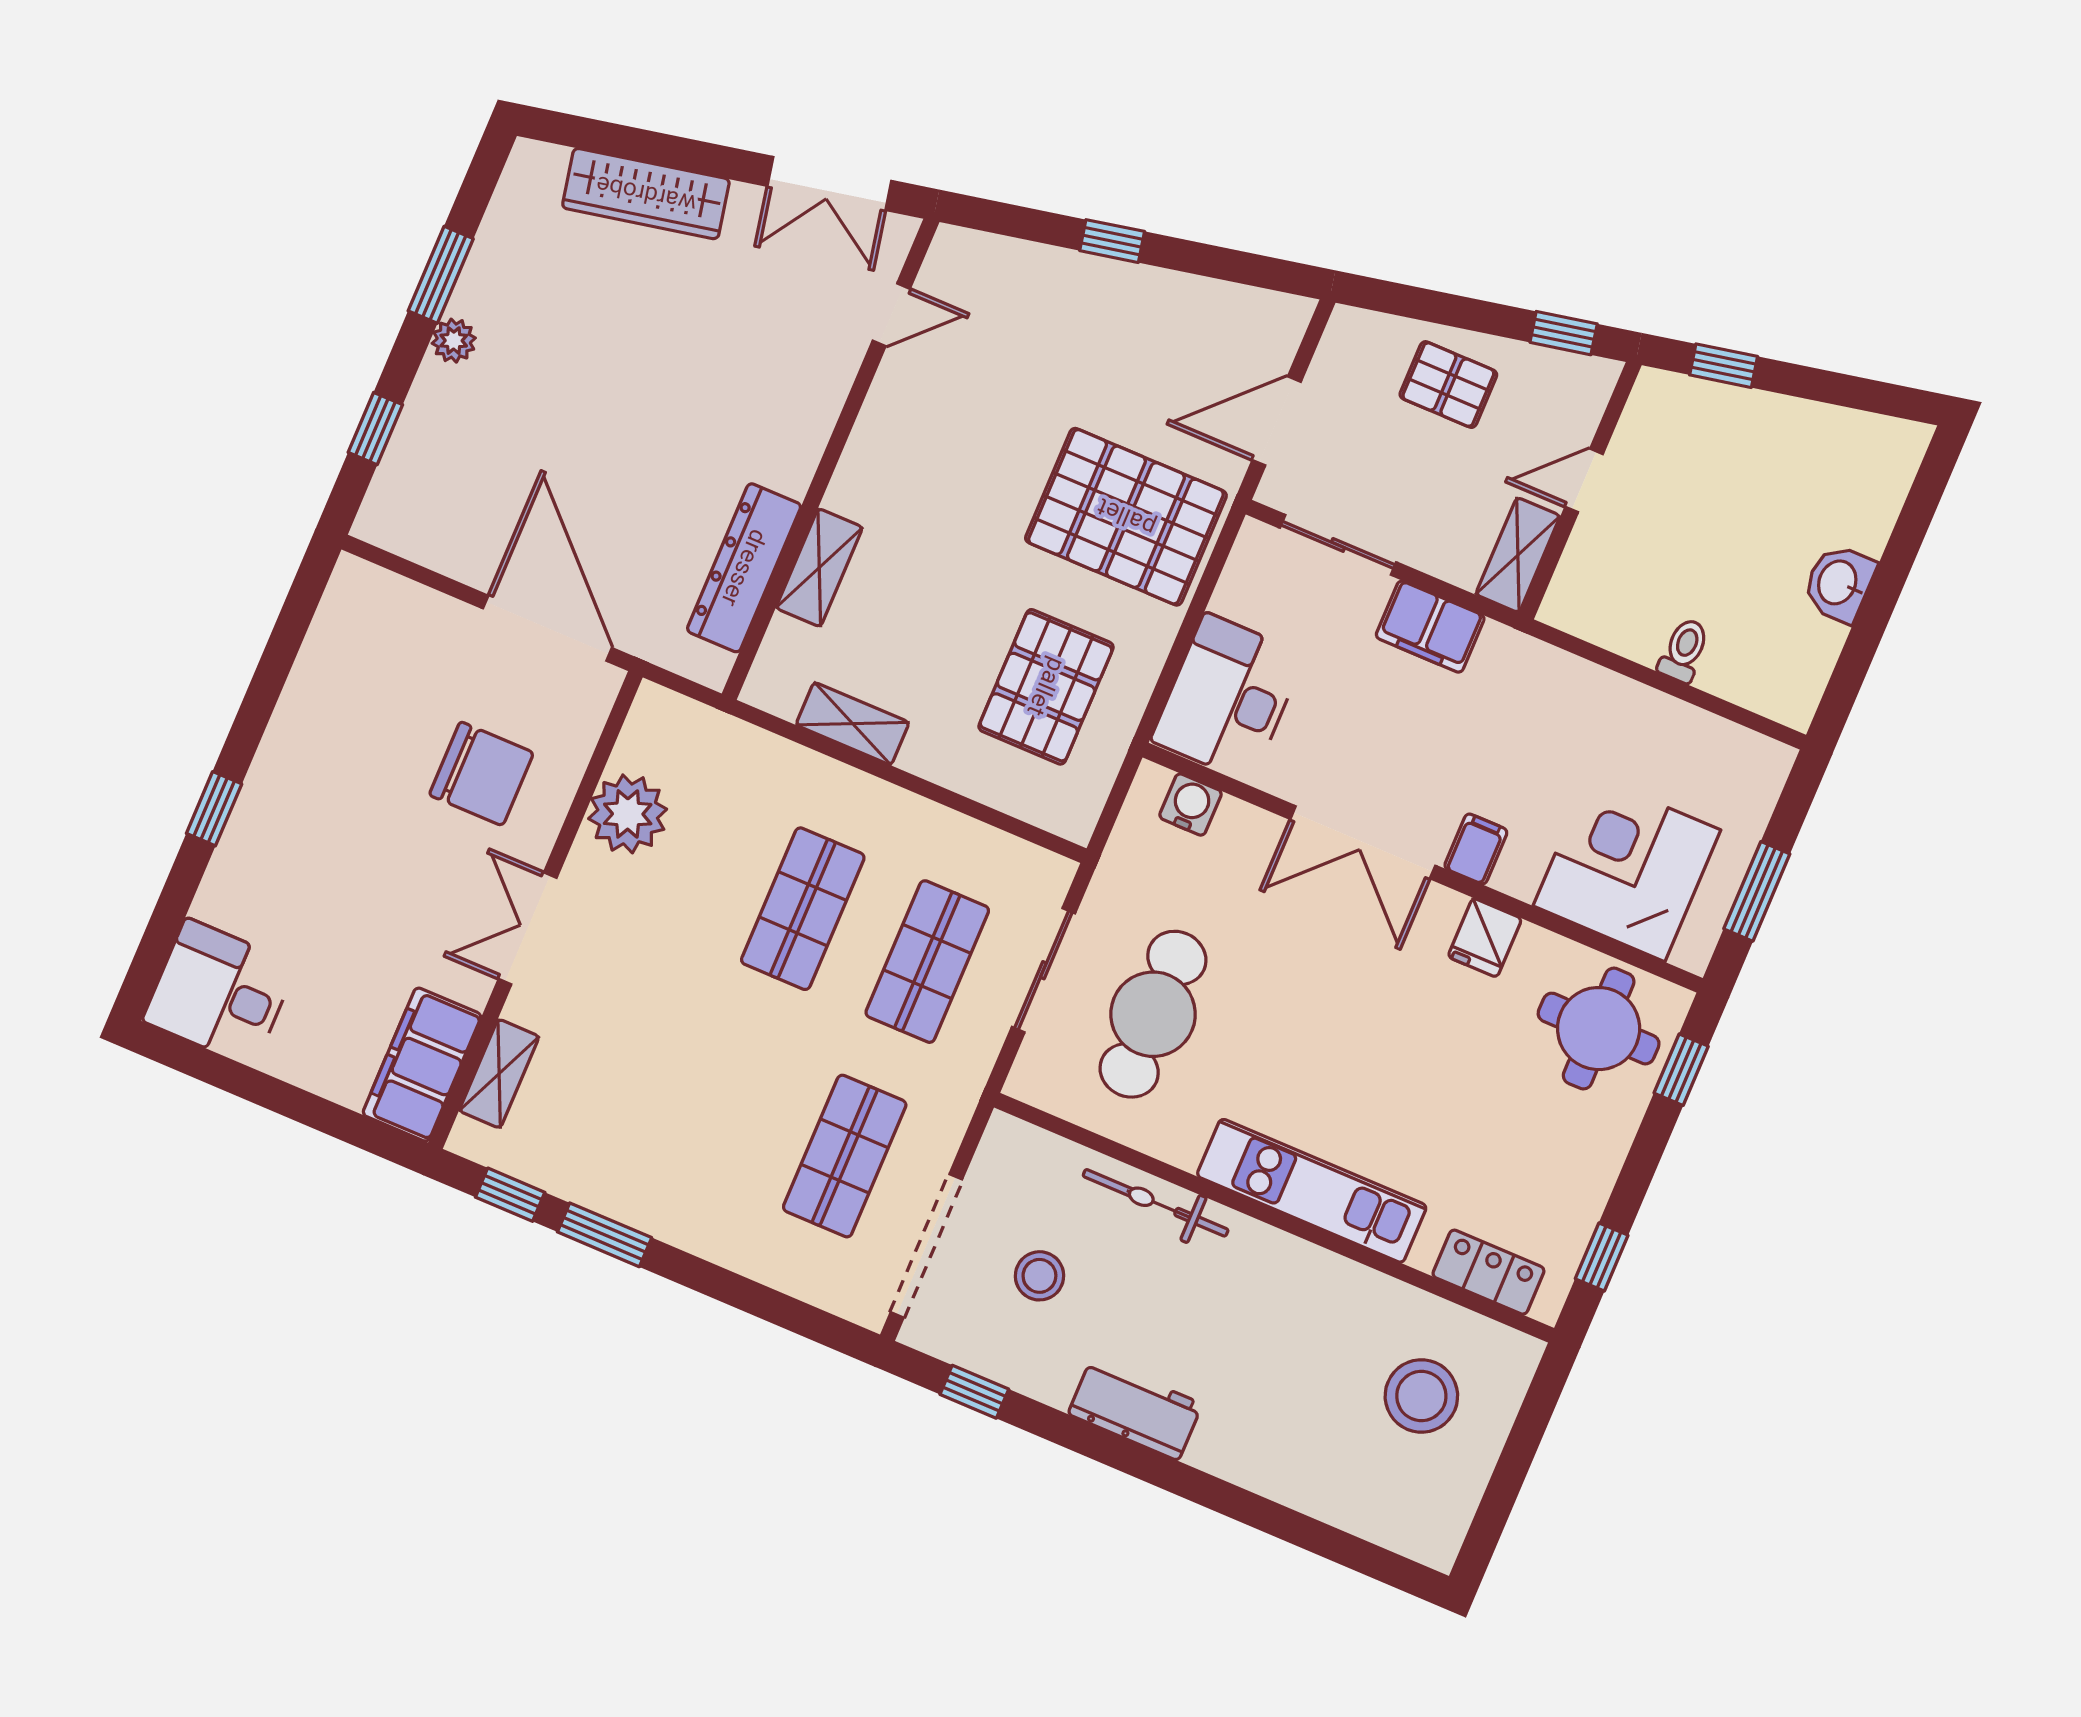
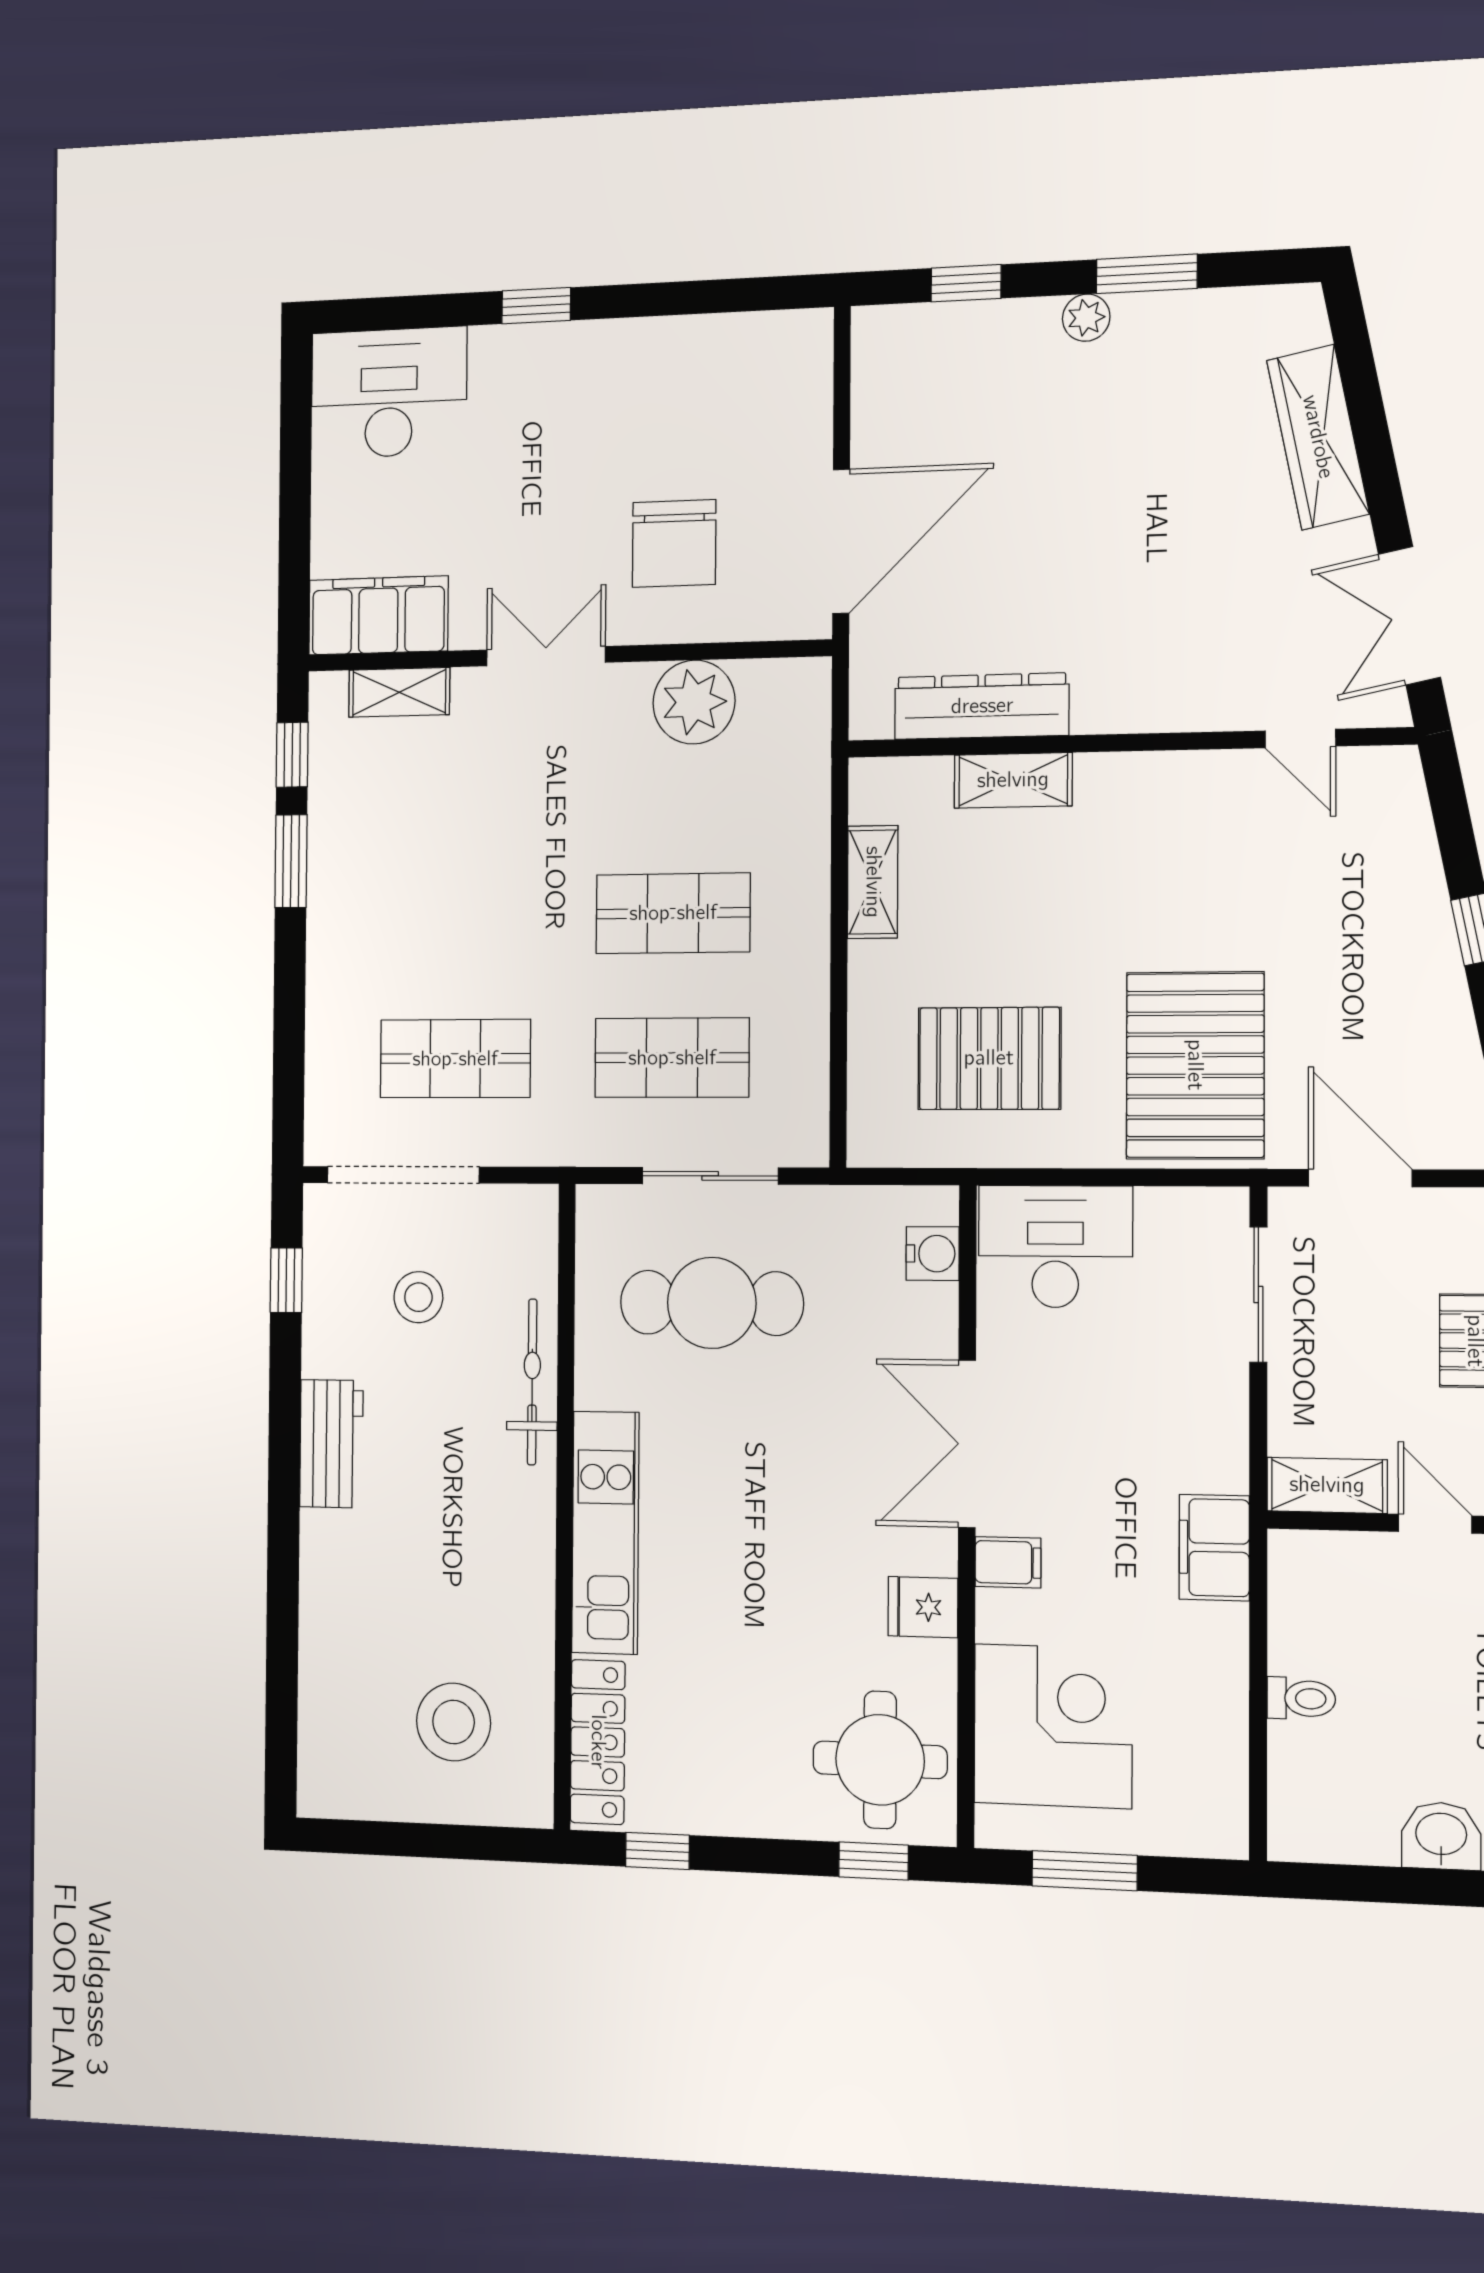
filing cabinet: (1430, 627) -> (1214, 1548), moved
desk: (220, 993) -> (389, 393), width x1.37
locker: (1488, 1272) -> (598, 1742), width x1.53

